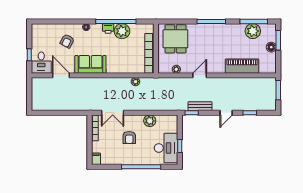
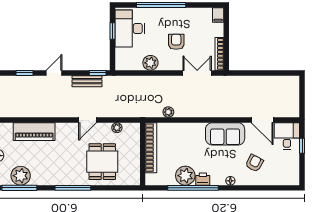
dining table: (175, 39) -> (102, 162), moved

